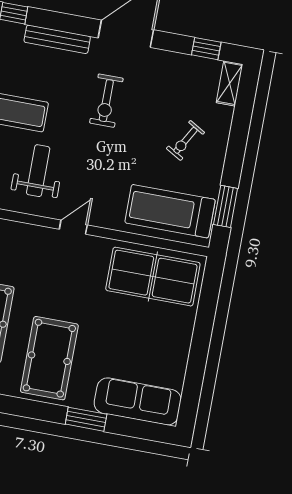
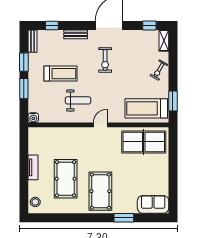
bench: (57, 39) -> (76, 34), width x0.73
exercise bike: (185, 140) -> (159, 70), moved
weight bench: (38, 171) -> (78, 100), turned 90
sofa: (138, 401) -> (153, 204), width x0.73

